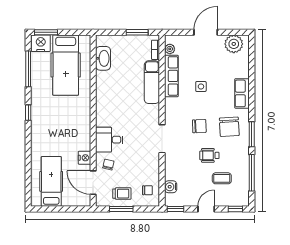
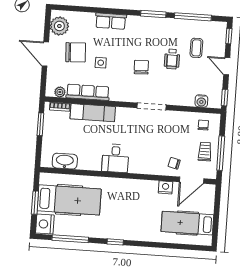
window: (46, 32) -> (35, 203), moved
chair: (229, 127) -> (76, 52), moved
desk: (109, 140) -> (115, 158), moved
window: (121, 209) -> (221, 153), width x1.44

